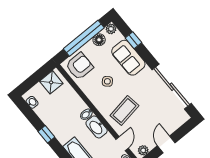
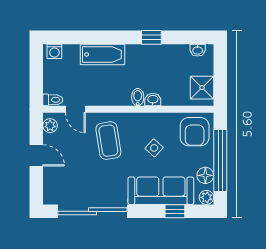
sofa: (128, 58) -> (161, 191), width x1.36
washbasin: (97, 127) -> (153, 100), moved, width x0.52, depth x0.69

